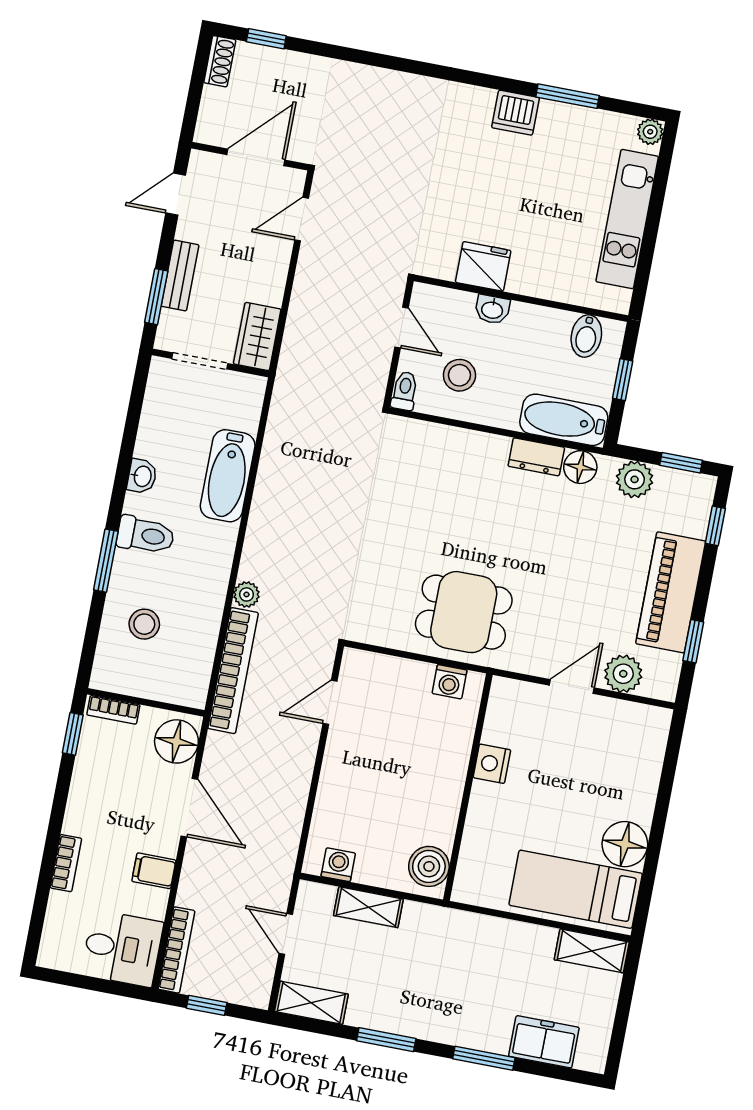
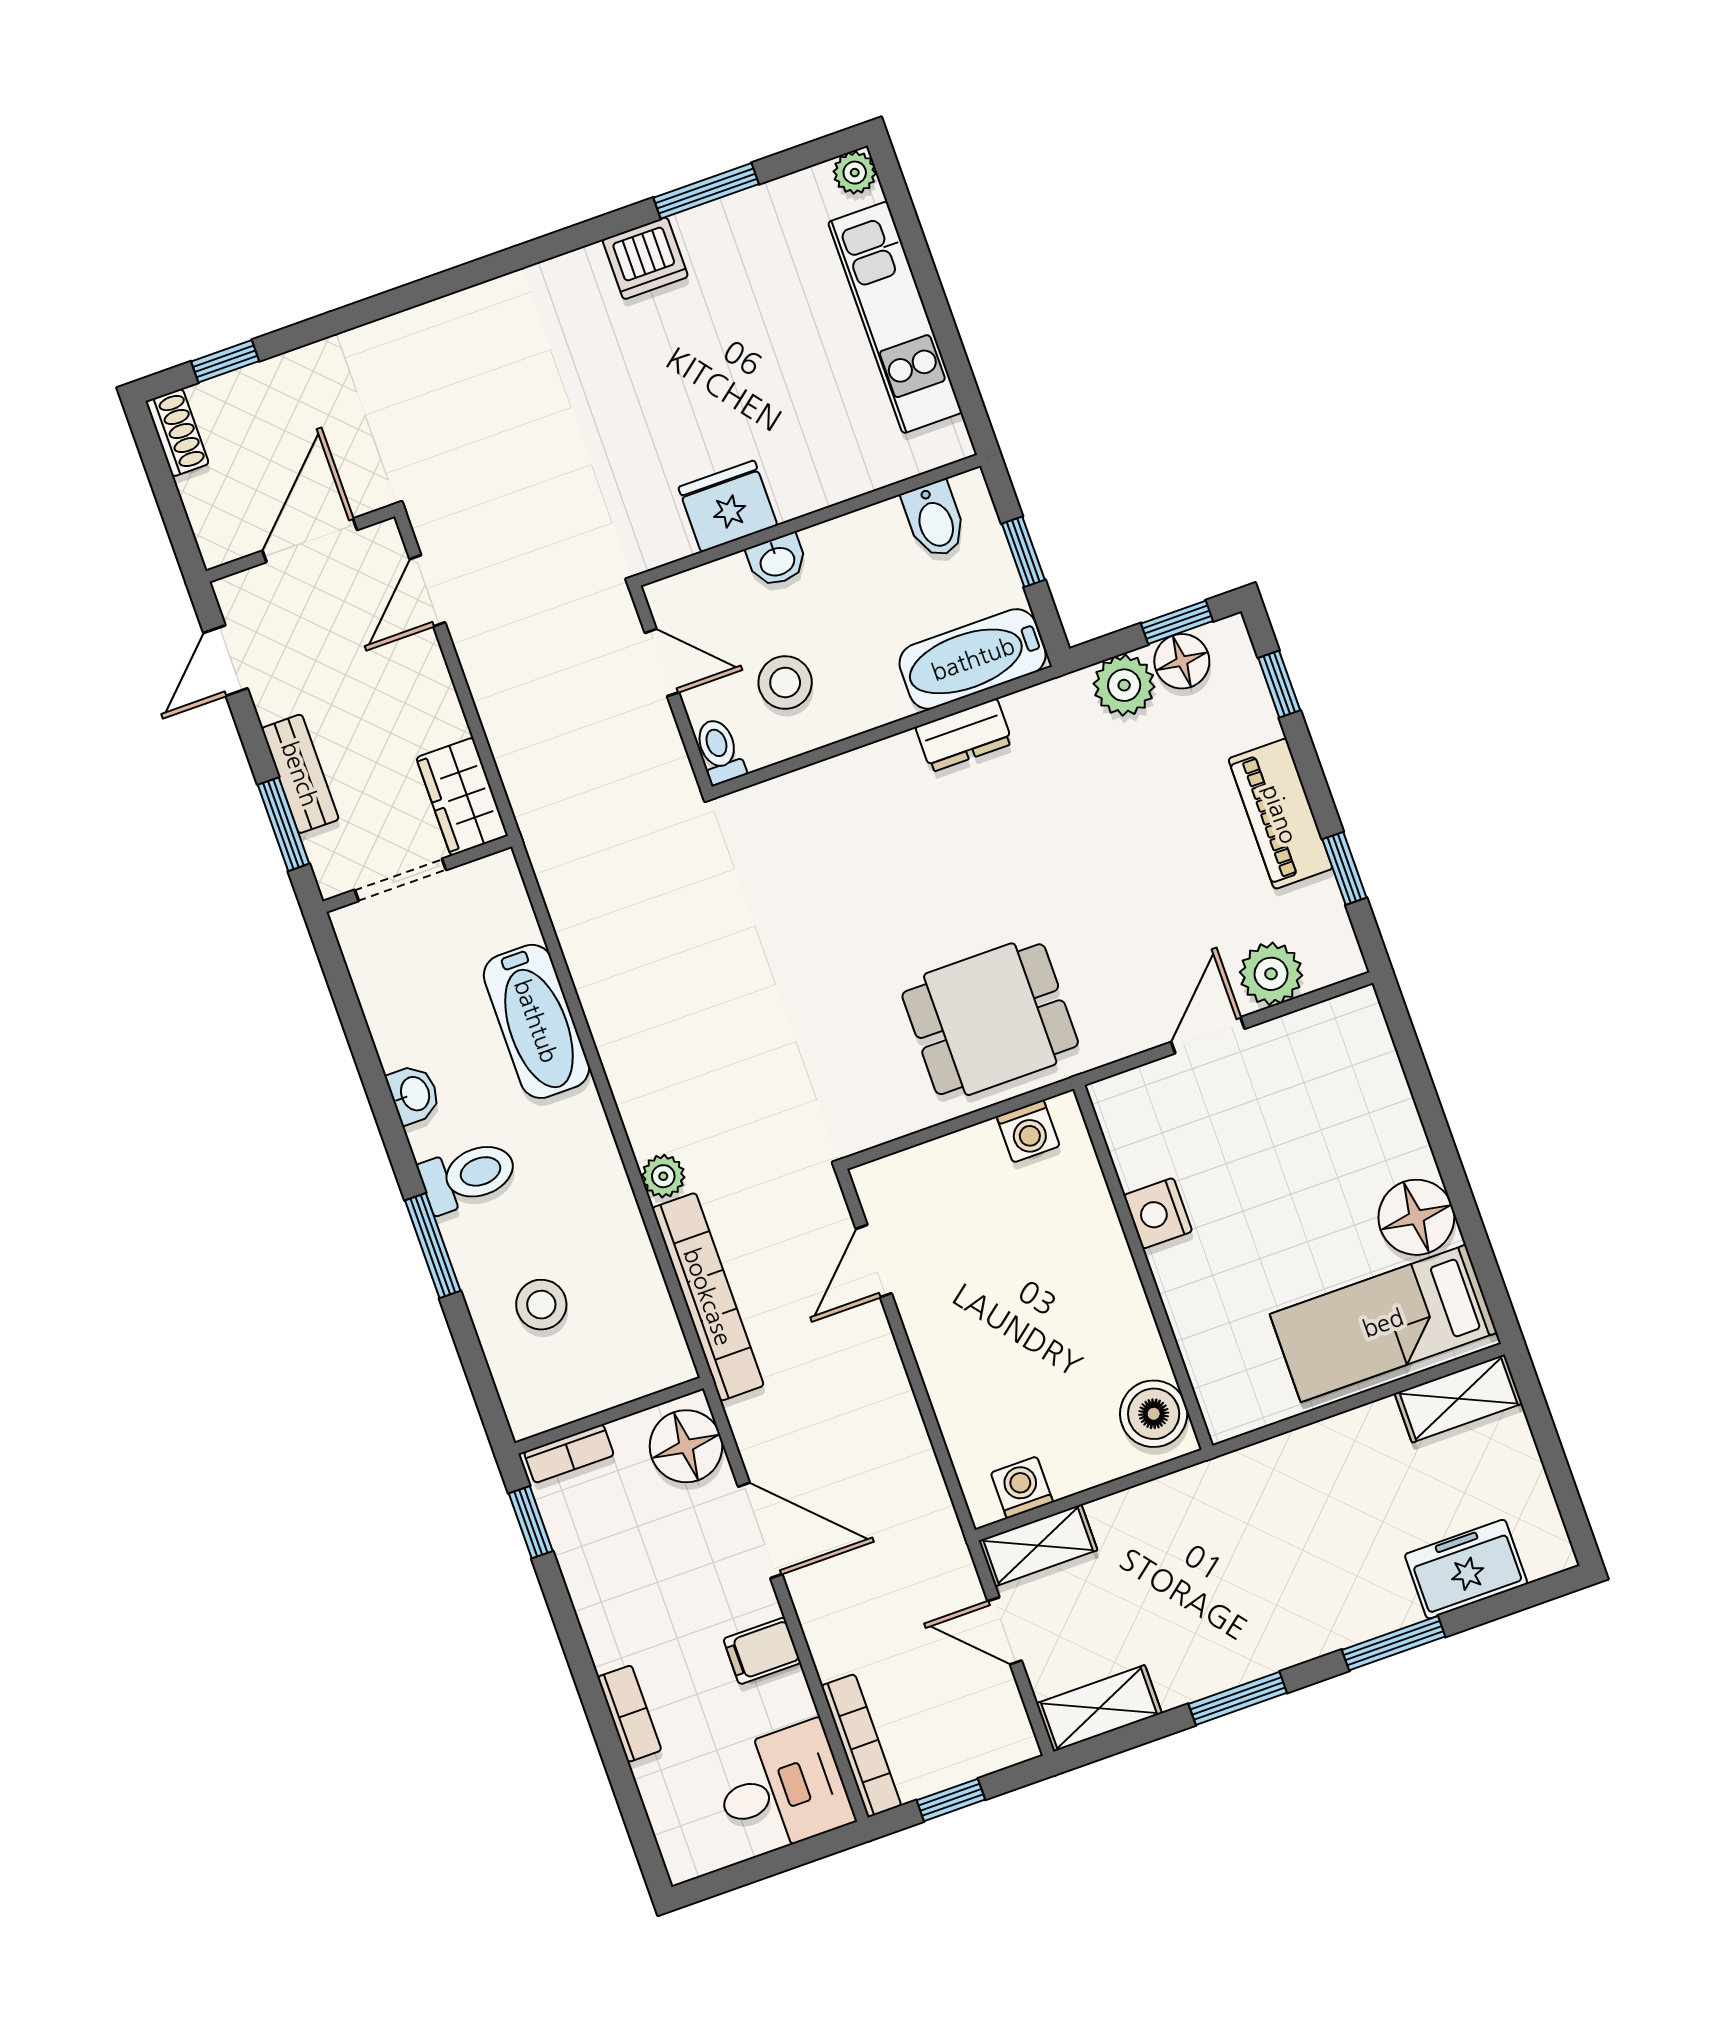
floor lamp: (580, 467) -> (1182, 661), moved
piano: (671, 592) -> (1280, 814), width x0.73, depth x0.75
shelving: (368, 907) -> (1038, 1545), moved

